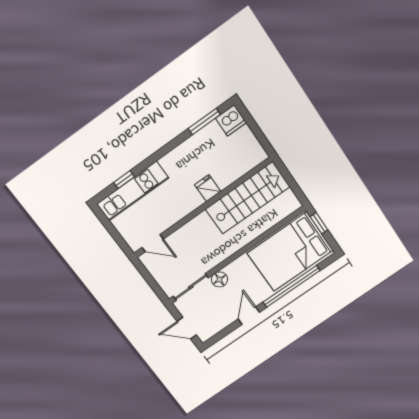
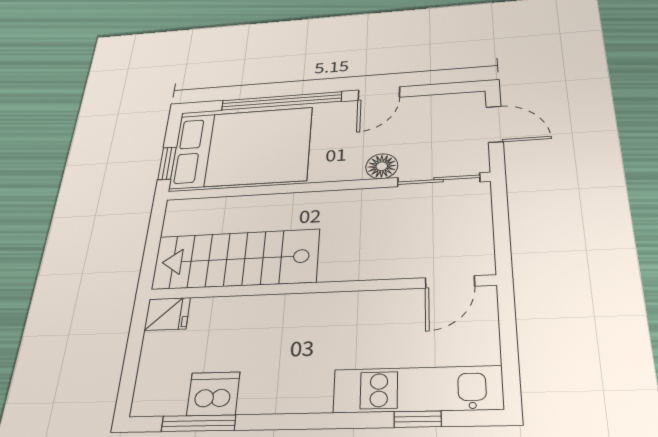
dishwasher: (231, 120) -> (213, 394), moved
fridge: (208, 188) -> (167, 314), moved, turned -90
door: (153, 243) -> (450, 282), swing flipped

